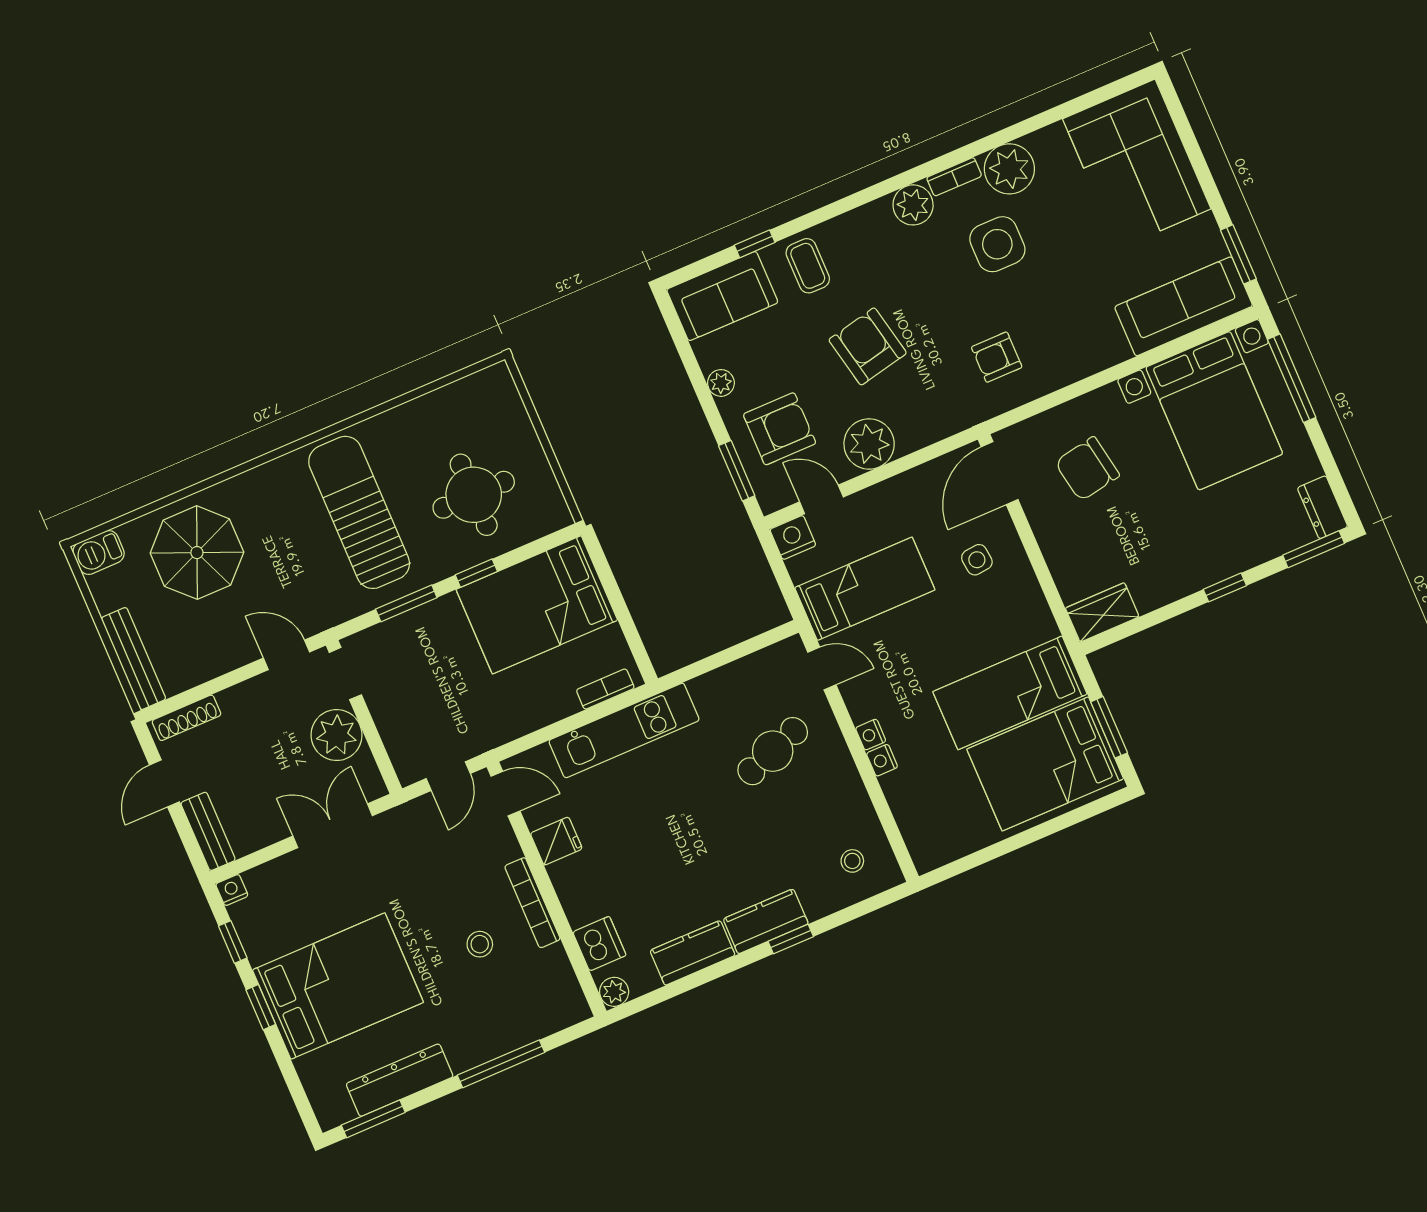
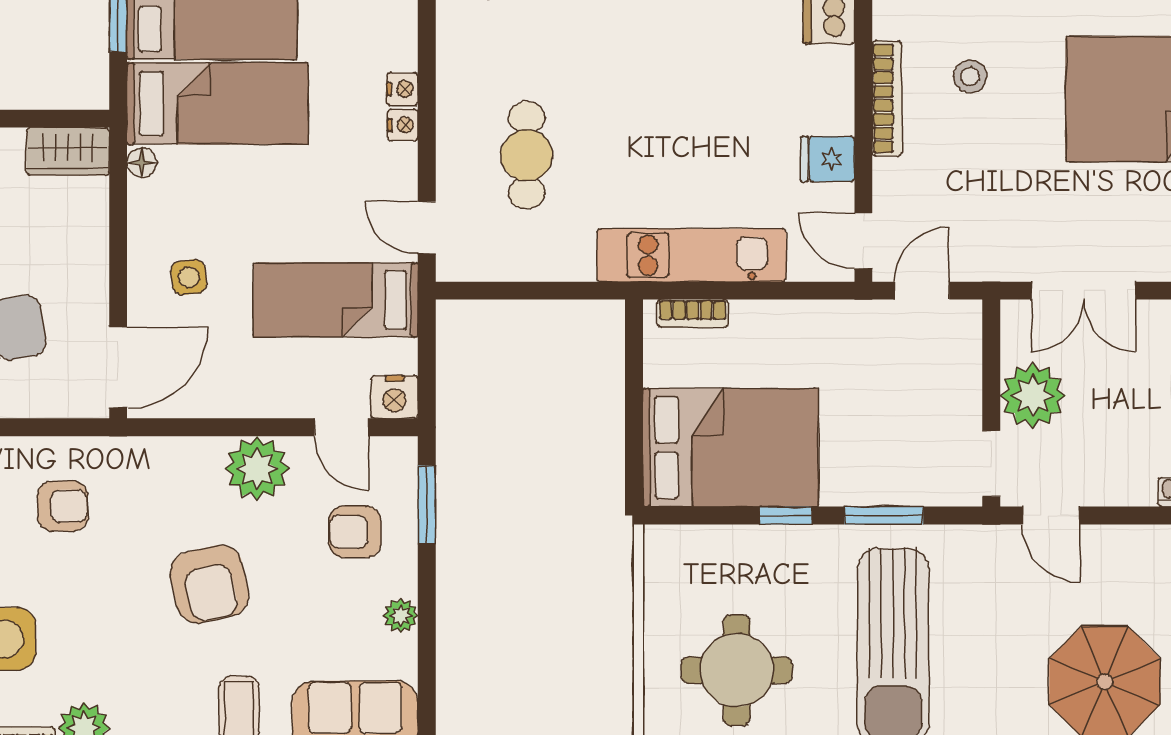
armchair: (780, 429) -> (355, 532), width x0.72, depth x0.72
round table: (474, 495) -> (737, 670), moved
floor lamp: (1046, 627) -> (142, 163), added
cafe table: (773, 751) -> (527, 155), turned -70

